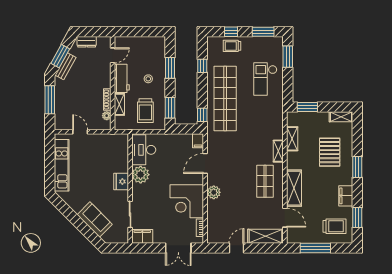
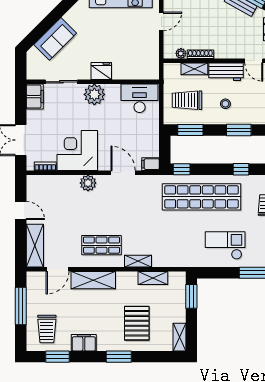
pallet: (330, 152) -> (137, 323), turned 90
plant: (141, 175) -> (94, 94), moved

